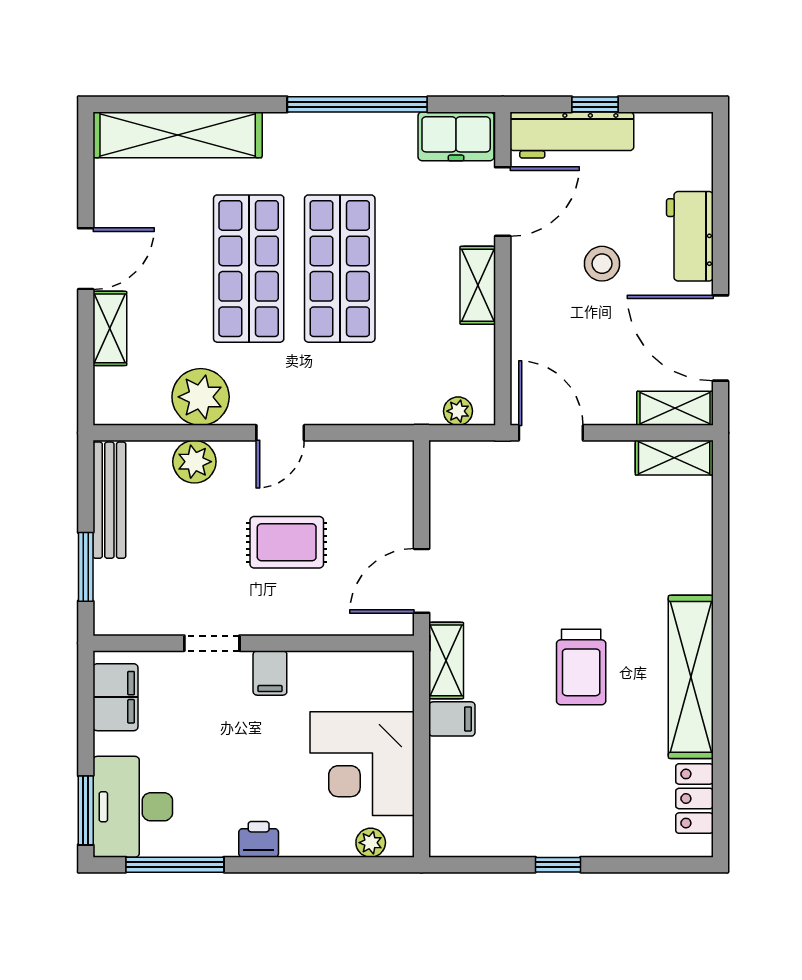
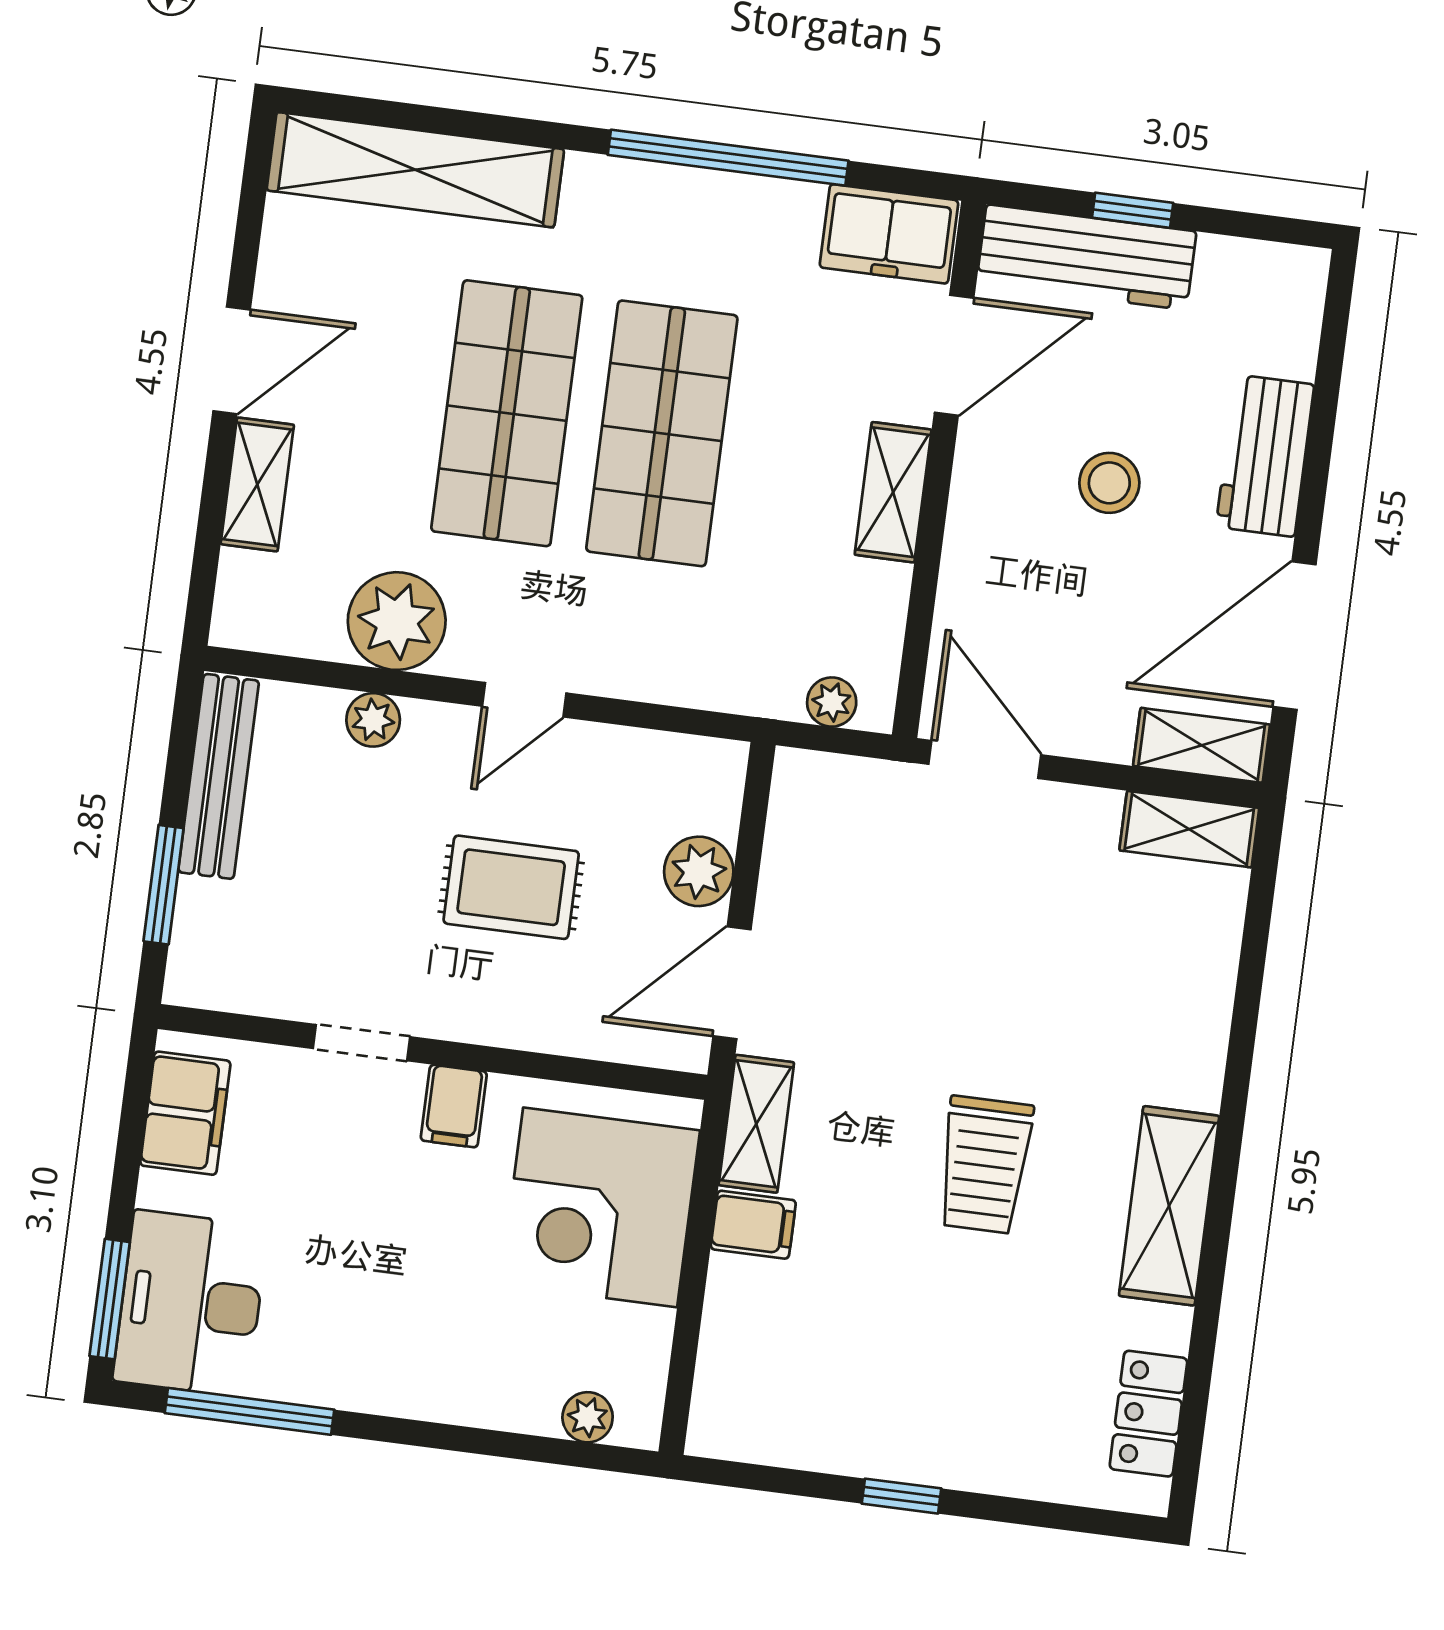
door: (720, 338) -> (1294, 636), hinge flipped
plant: (194, 462) -> (373, 720), width x0.73, depth x0.73
plant: (394, 519) -> (699, 871), added
shelving: (691, 677) -> (1169, 1206), width x0.68
corner desk: (362, 764) -> (600, 1207), moved
printer: (259, 839) -> (398, 1387), removed

